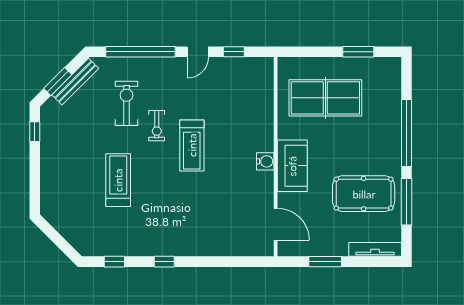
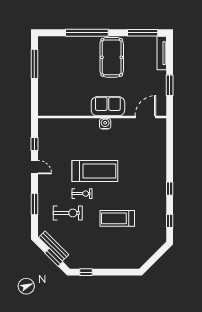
window: (141, 52) -> (34, 204), width x0.47
window: (358, 52) -> (34, 64), width x1.44
table tennis table: (325, 98) -> (64, 85), removed
exercise bike: (127, 103) -> (68, 213), turned 180
treadmill: (192, 145) -> (95, 171), width x1.37, depth x1.38
pool table: (364, 194) -> (112, 57), moved
window: (406, 202) -> (143, 33), moved

